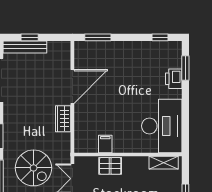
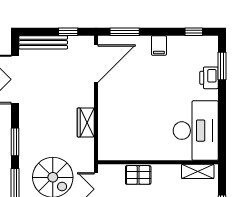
window: (30, 37) -> (68, 32), moved
door: (72, 87) -> (96, 64), moved
filing cabinet: (105, 144) -> (159, 45), moved, turned 180

